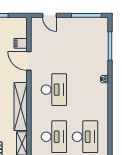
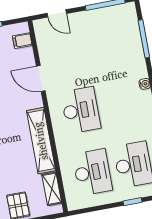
filing cabinet: (21, 43) -> (22, 41), moved

